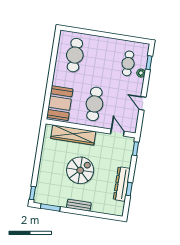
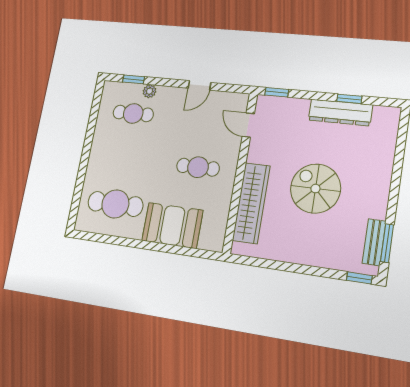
booth: (60, 103) -> (172, 225), moved
cafe table: (94, 104) -> (198, 167), width x0.73, depth x0.74
door: (117, 133) -> (248, 125), hinge flipped
bench: (79, 205) -> (374, 242), moved

